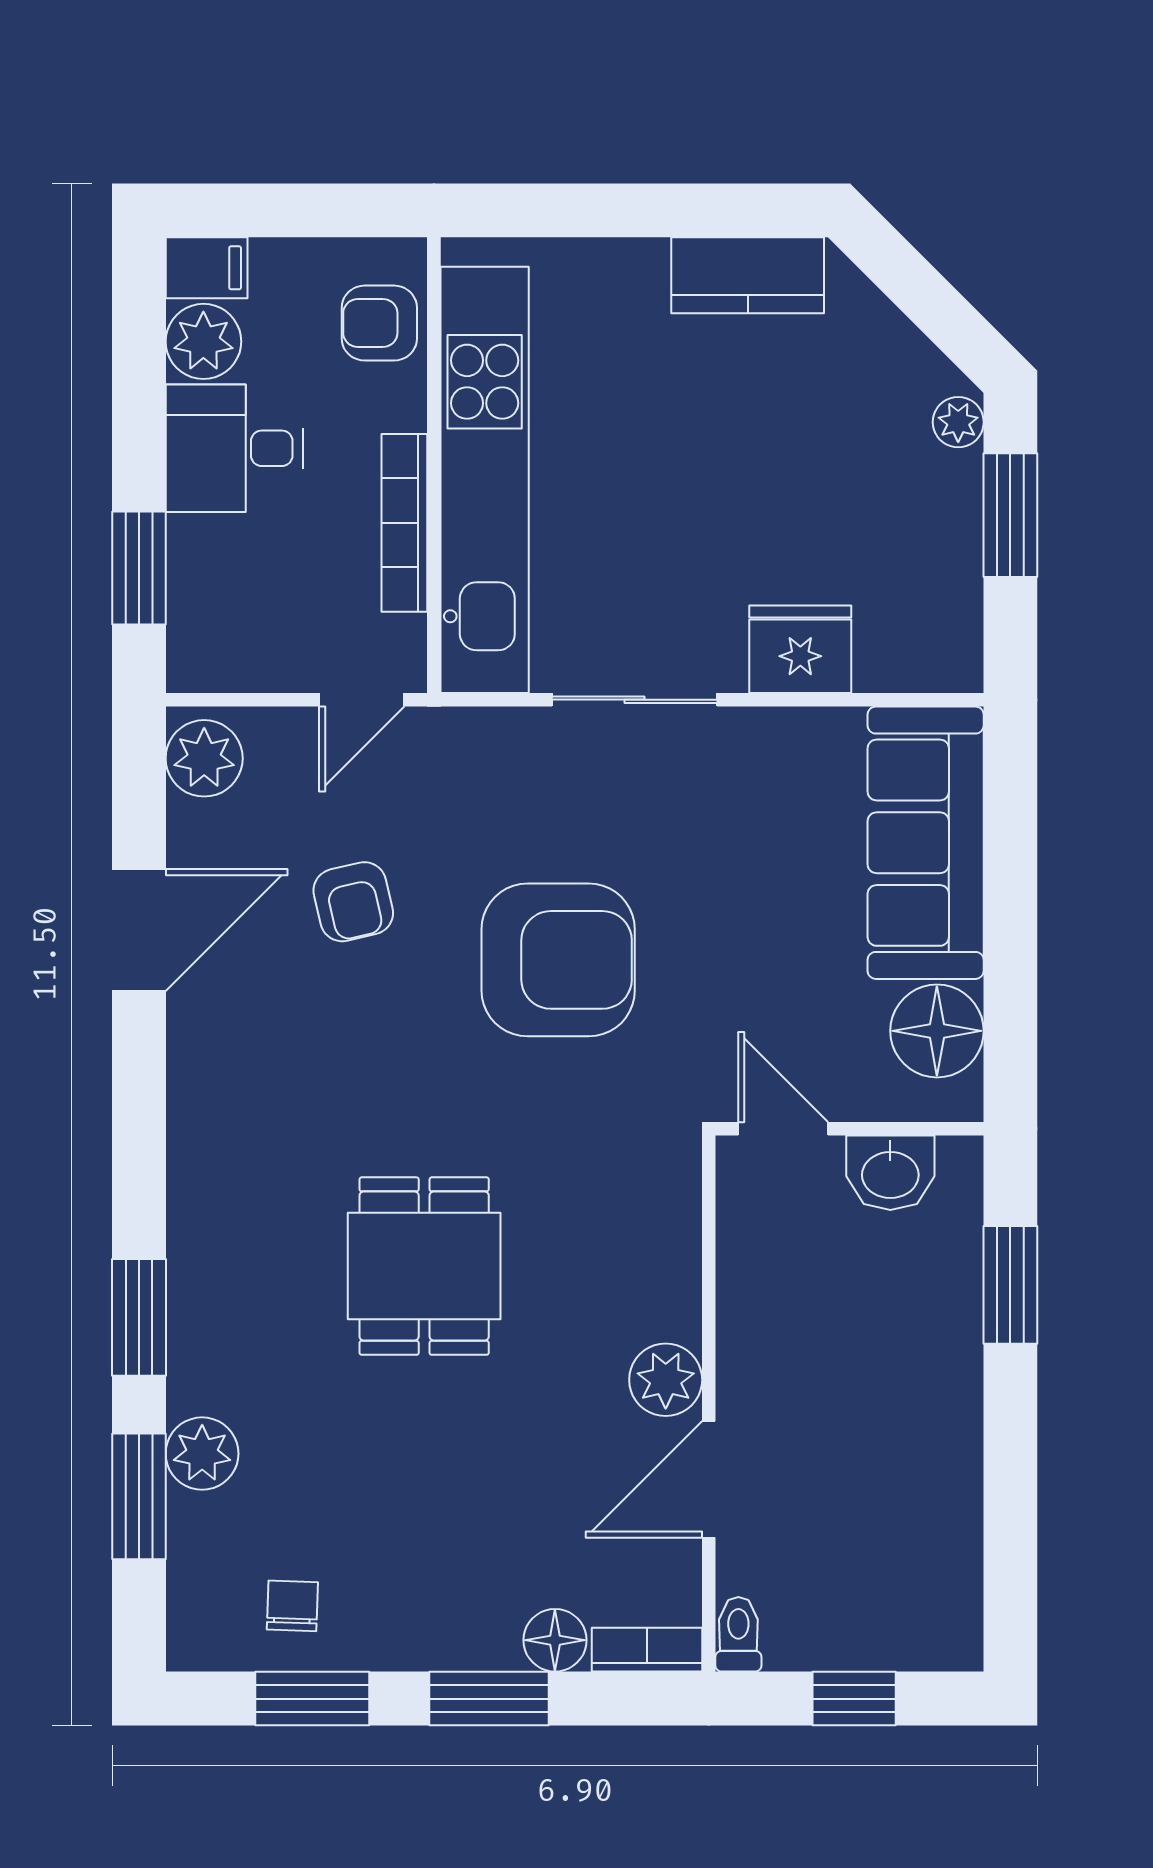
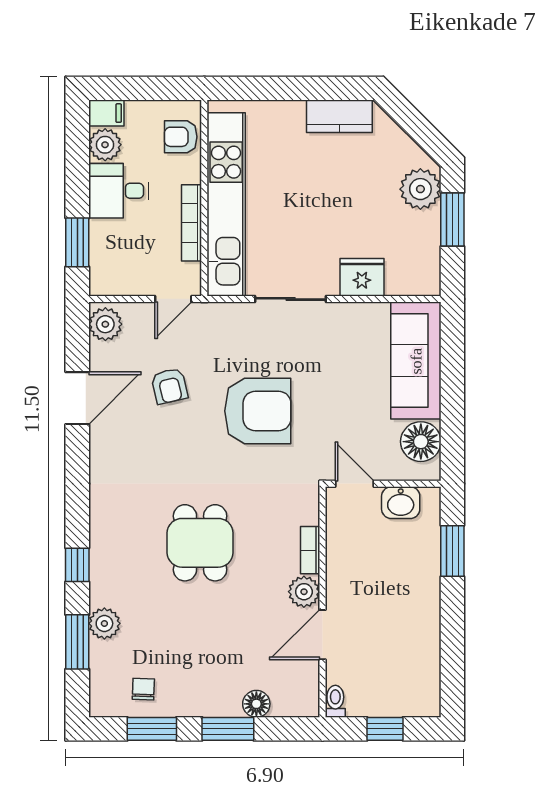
plant: (958, 422) -> (420, 189), width x1.88, depth x1.88
window: (139, 1317) -> (77, 565), width x0.67
bookcase: (647, 1650) -> (310, 550), moved, turned -90

